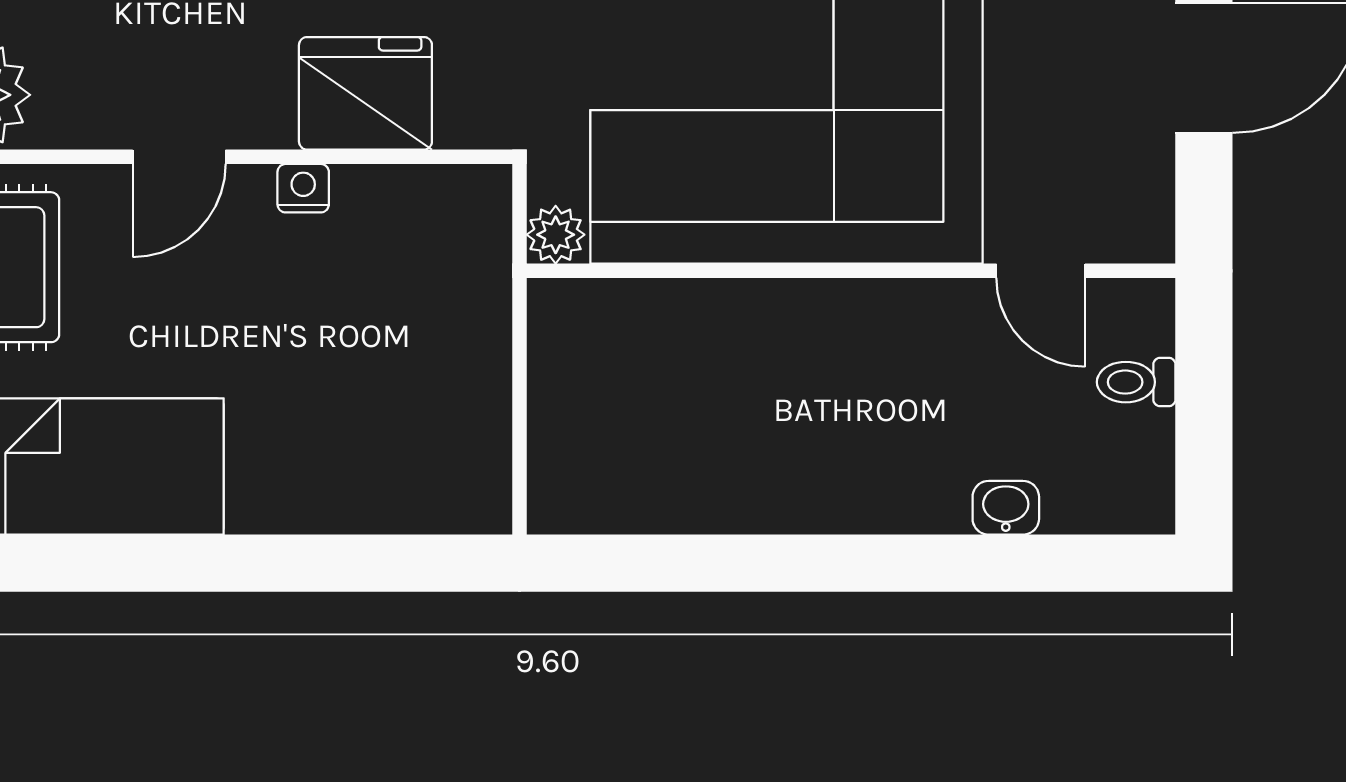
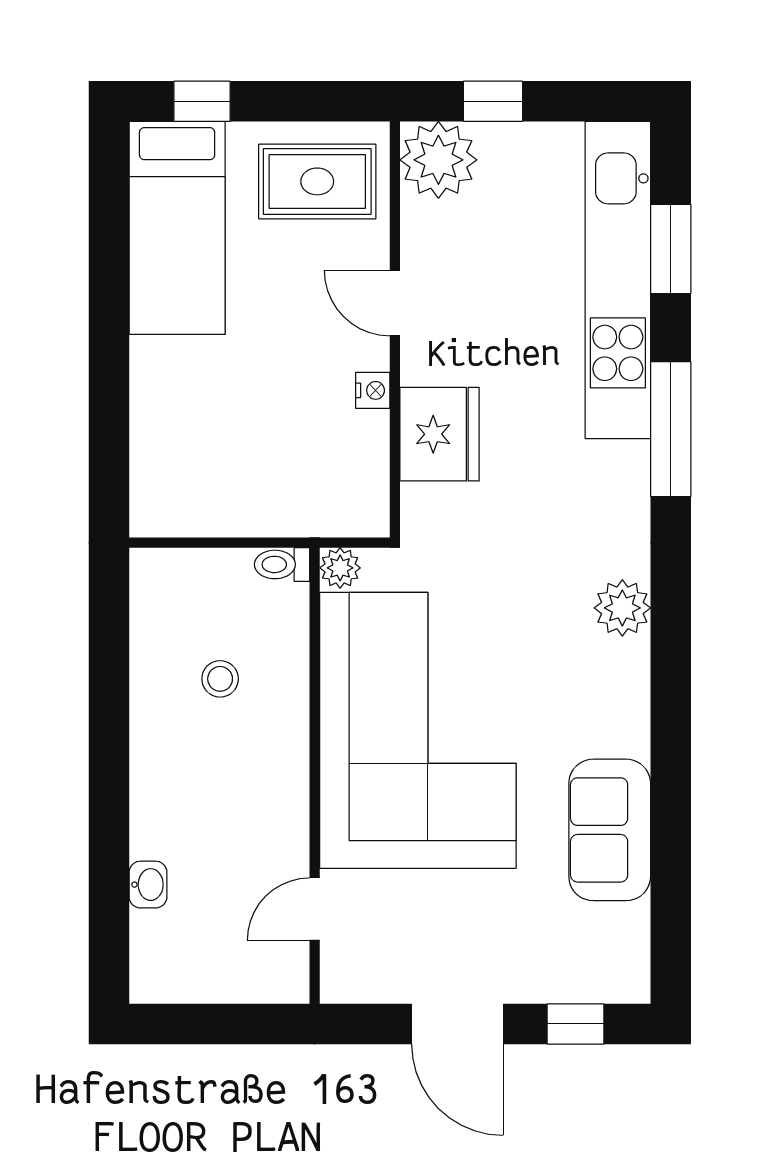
toilet: (1136, 382) -> (282, 564), moved, turned -90
stool: (713, 405) -> (220, 679), added

